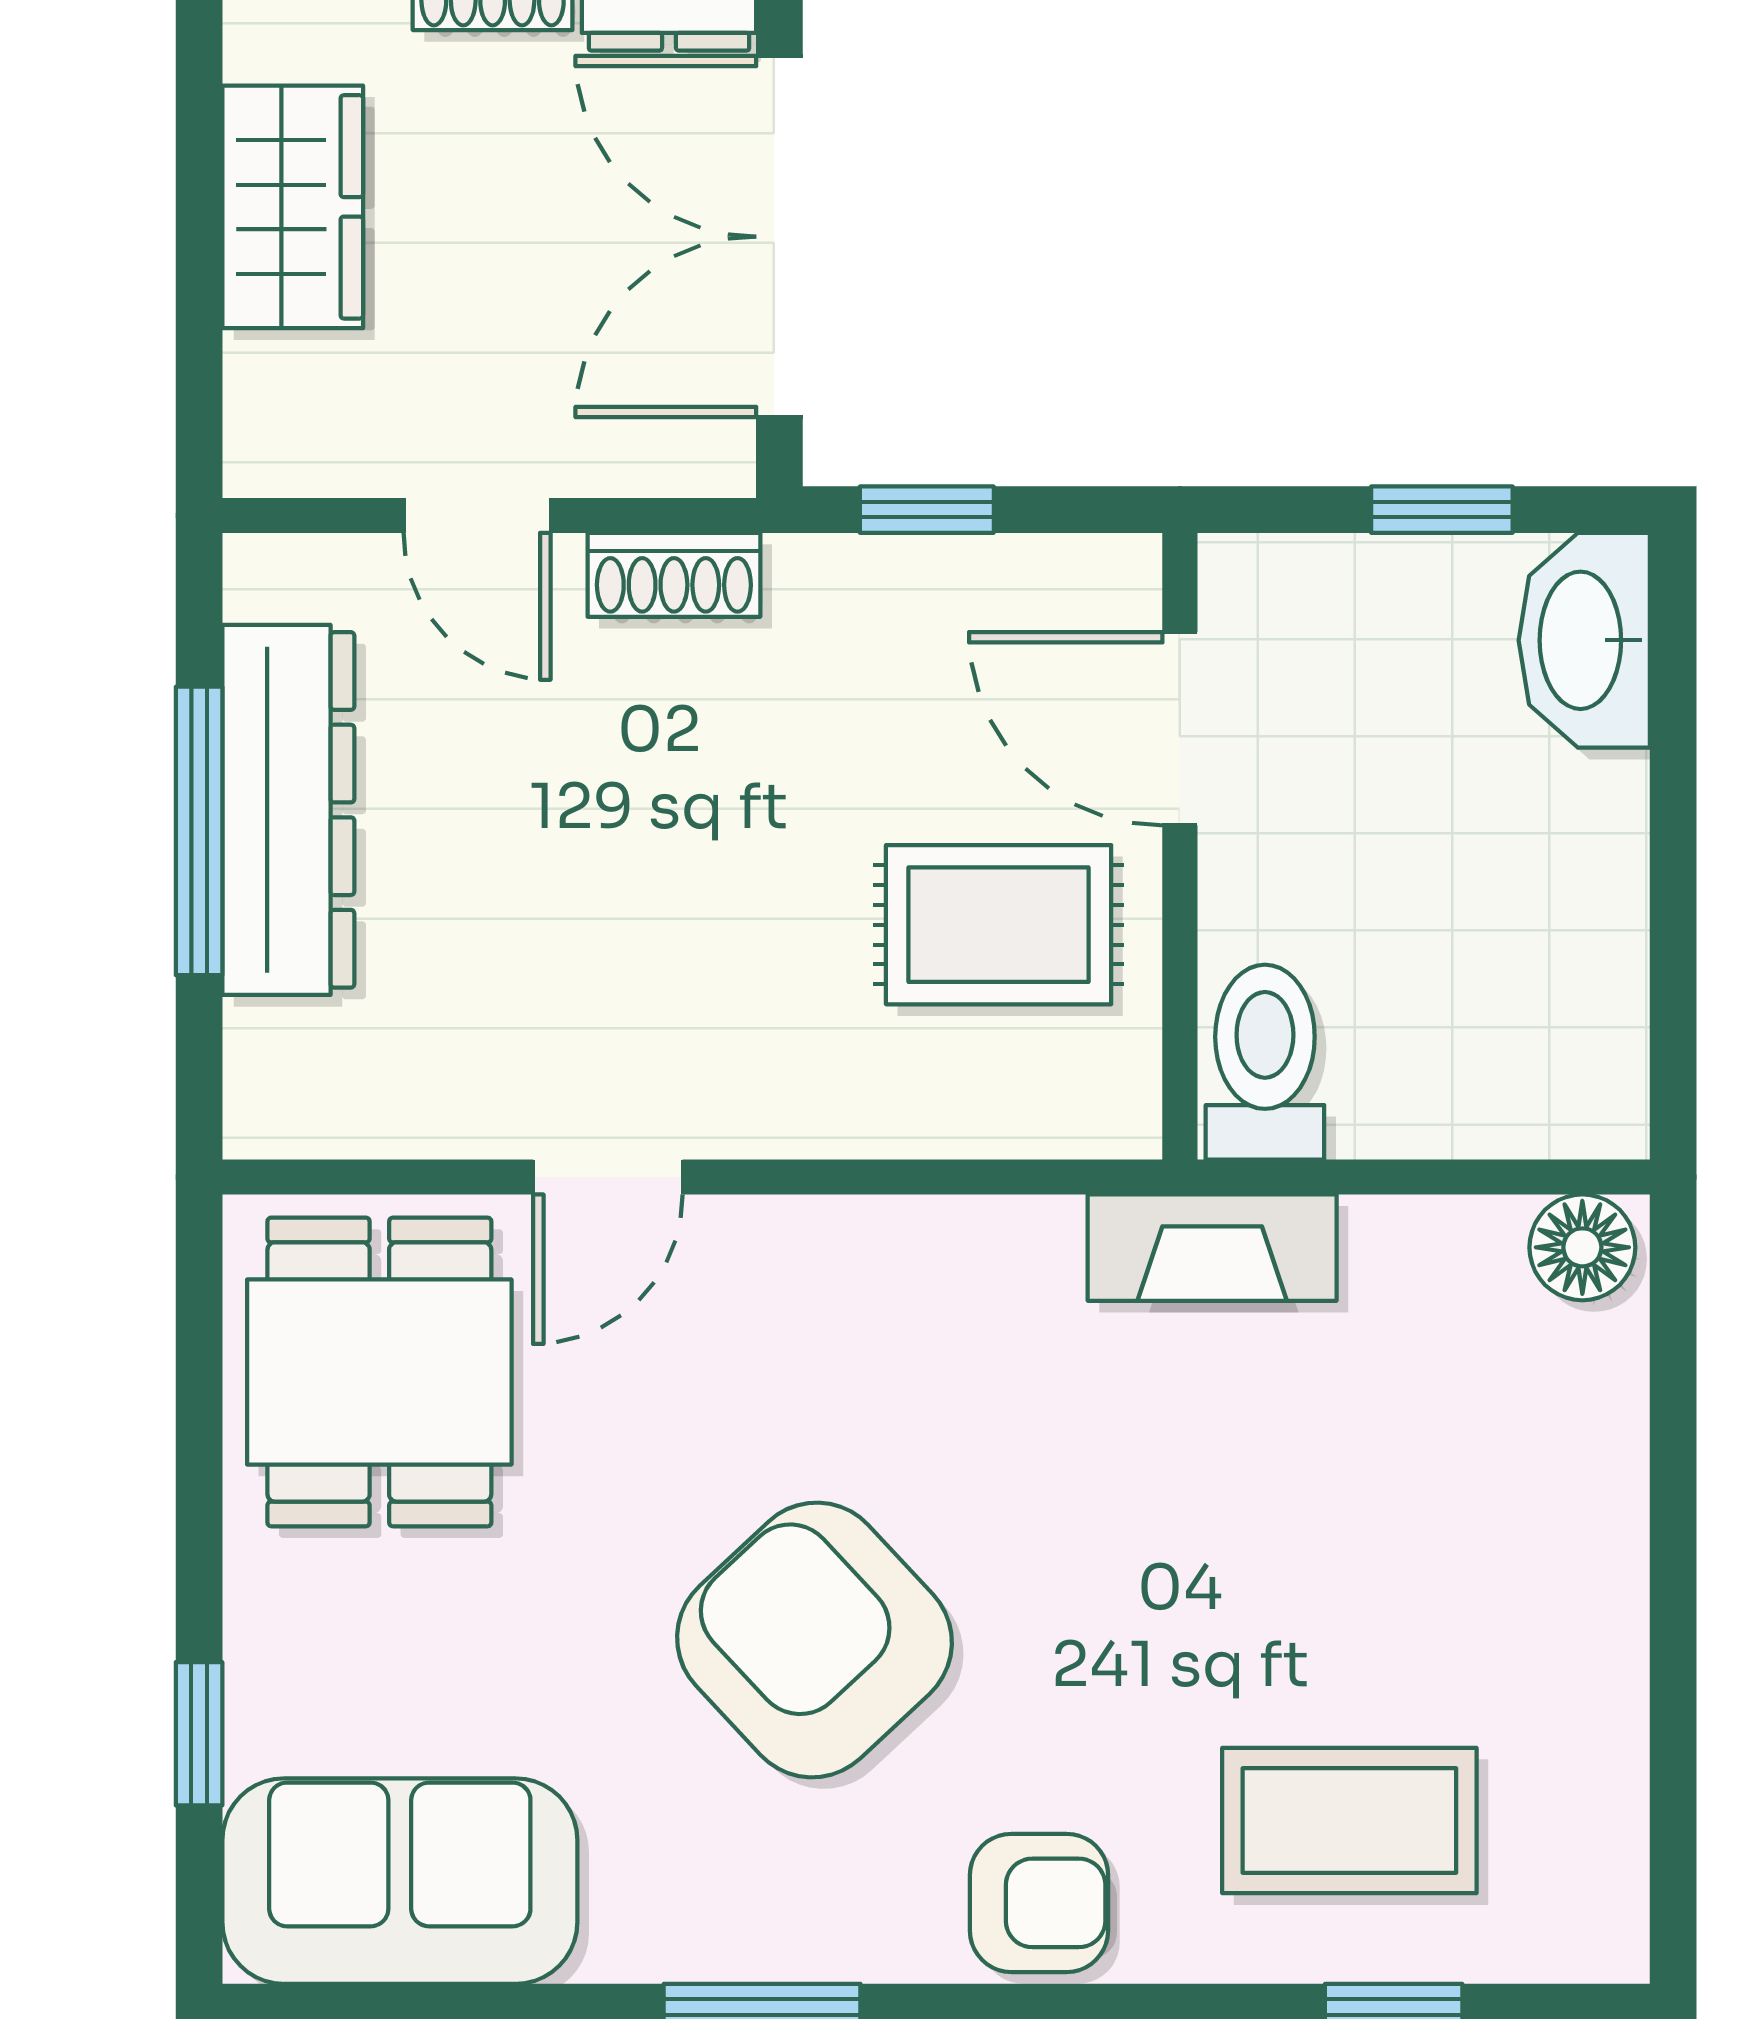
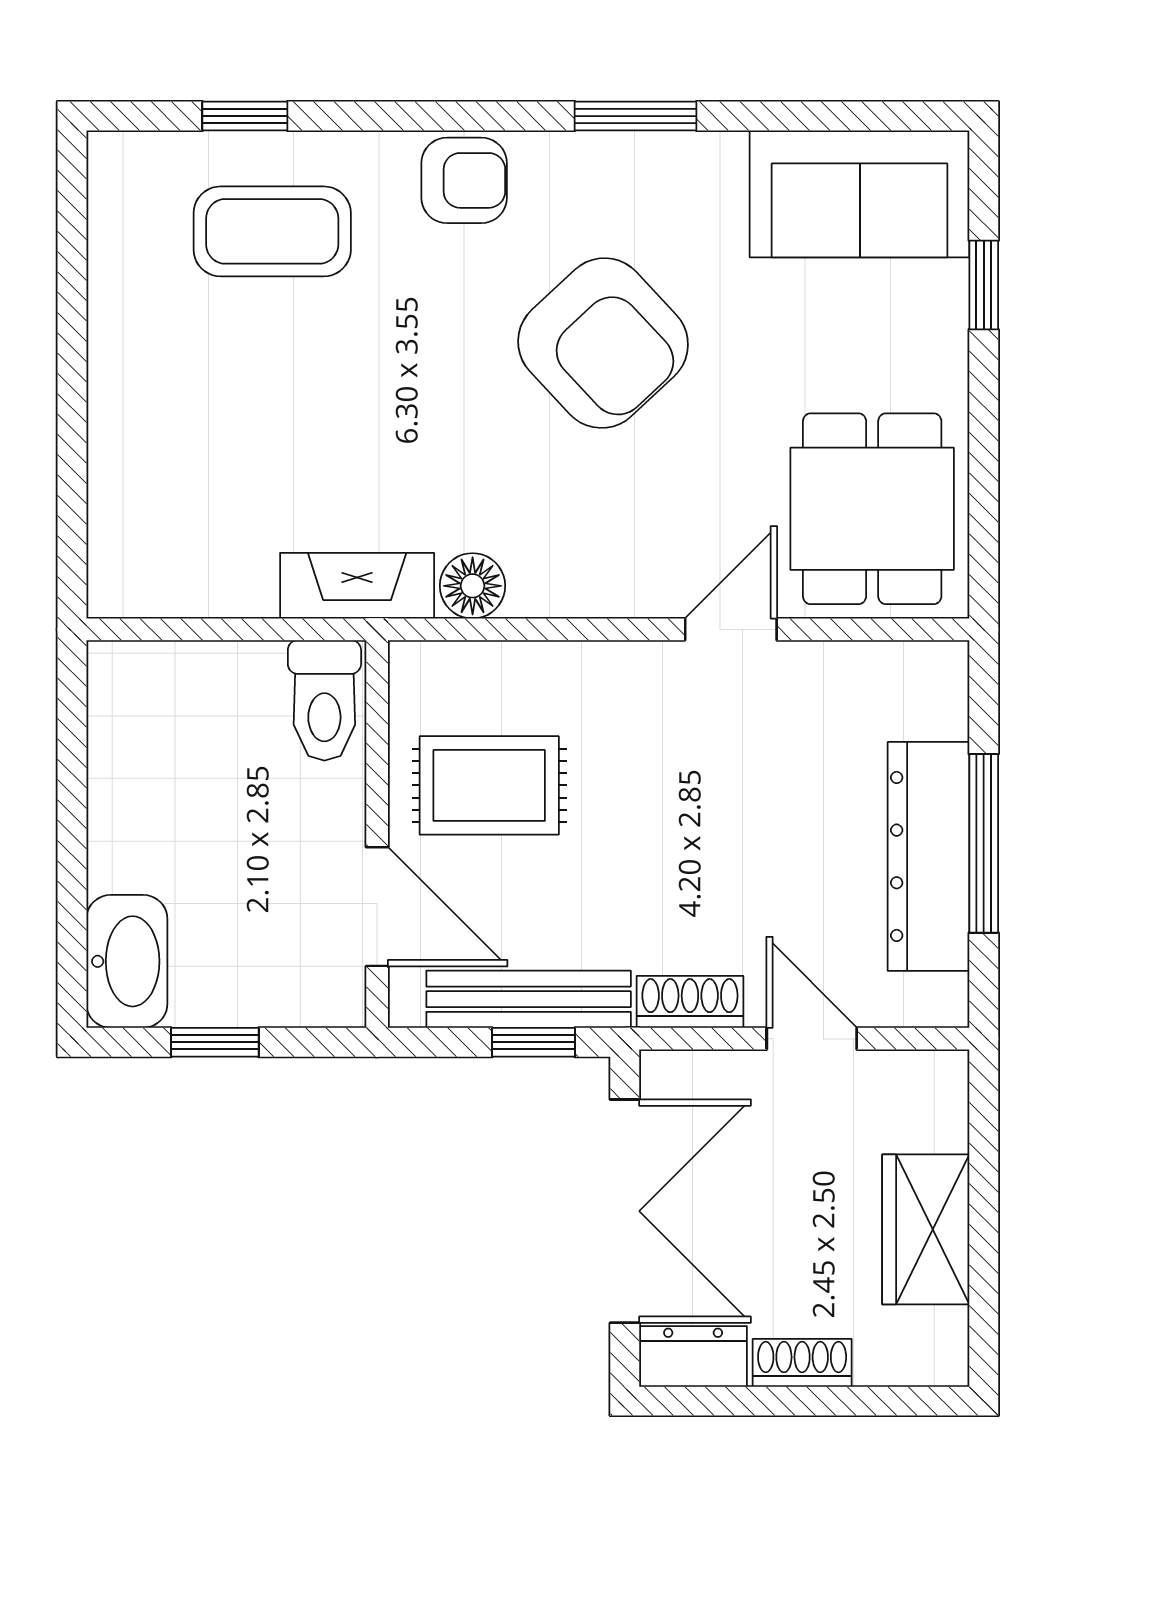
bench: (935, 579) -> (529, 999), added
floor lamp: (1582, 1247) -> (473, 586), moved
armchair: (1039, 1903) -> (464, 180), turned 180

